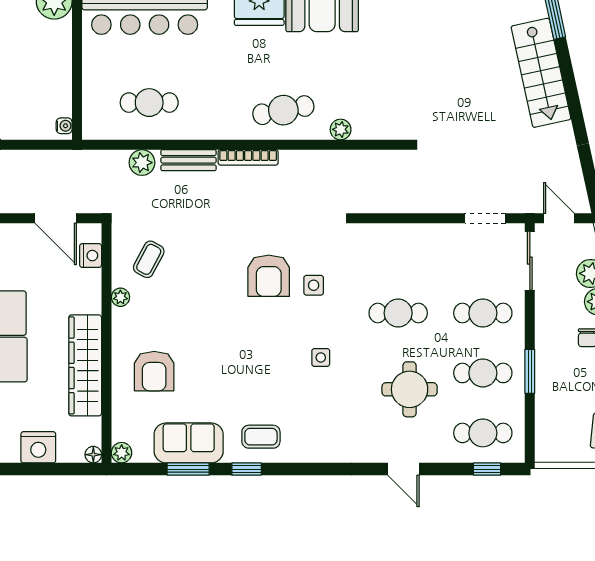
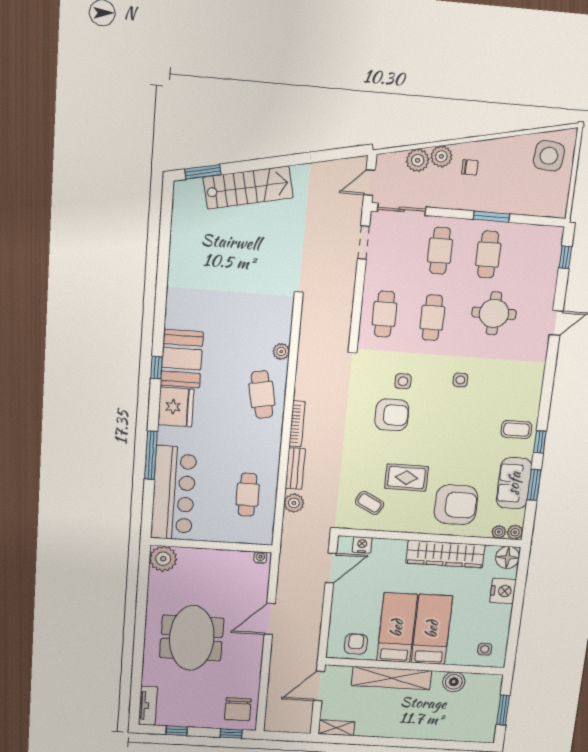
plant: (120, 297) -> (499, 532), moved
rug: (187, 303) -> (407, 478), added
armchair: (154, 371) -> (456, 505), width x1.36, depth x1.36
cafe table: (483, 433) -> (384, 314), moved
coffee table: (261, 437) -> (516, 429), turned 90
floor lamp: (93, 455) -> (508, 557), width x1.89, depth x1.89

